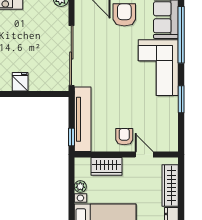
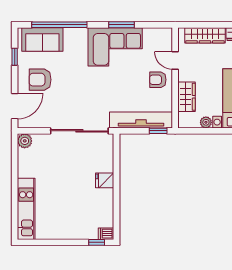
corner sofa: (158, 68) -> (115, 47), moved
door: (144, 155) -> (175, 61), hinge flipped

